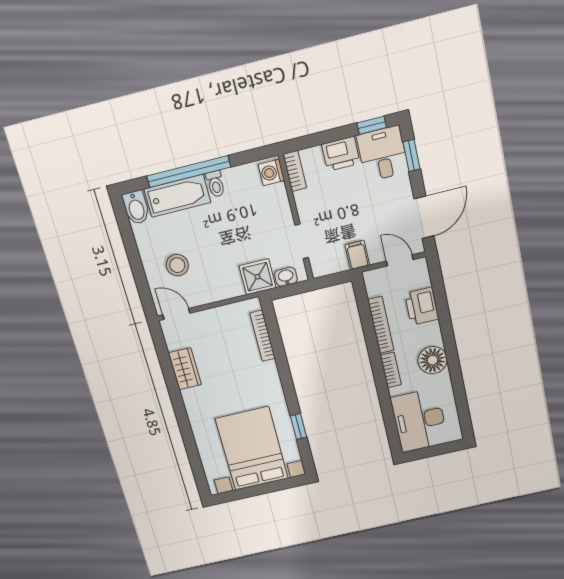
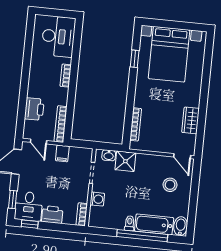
washing machine: (271, 172) -> (97, 199), moved
bookcase: (381, 325) -> (60, 124), moved
floor lamp: (433, 360) -> (38, 73), removed

